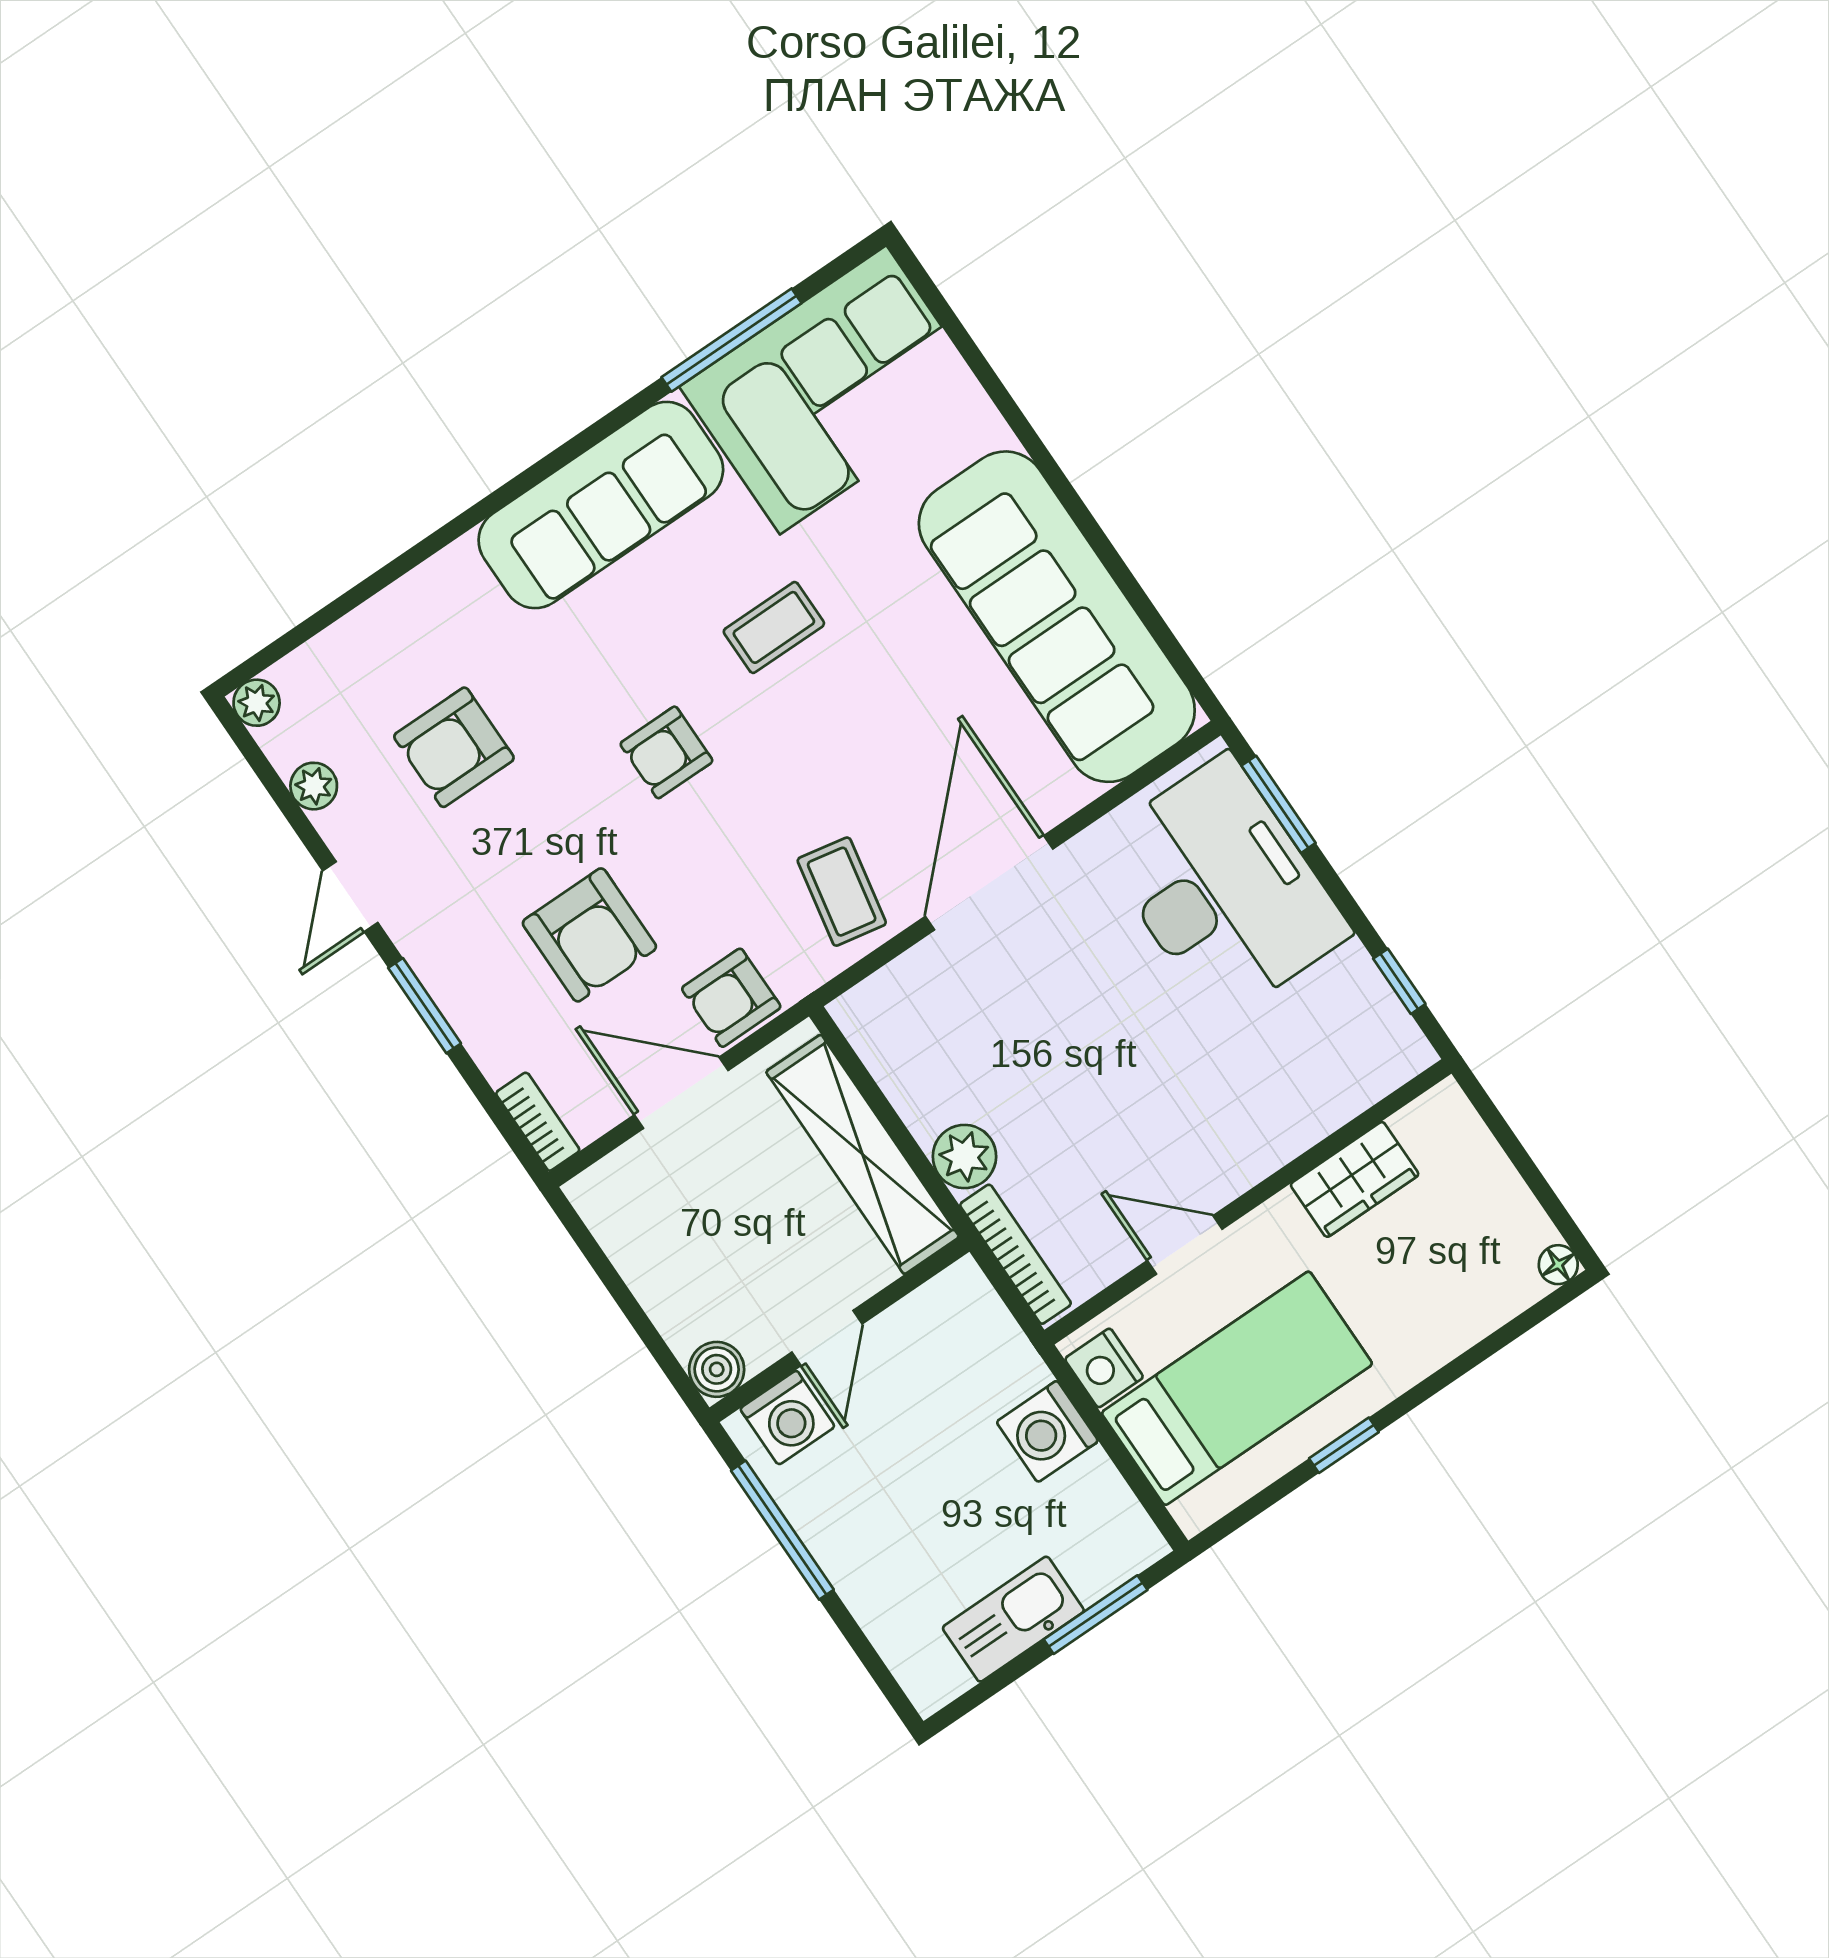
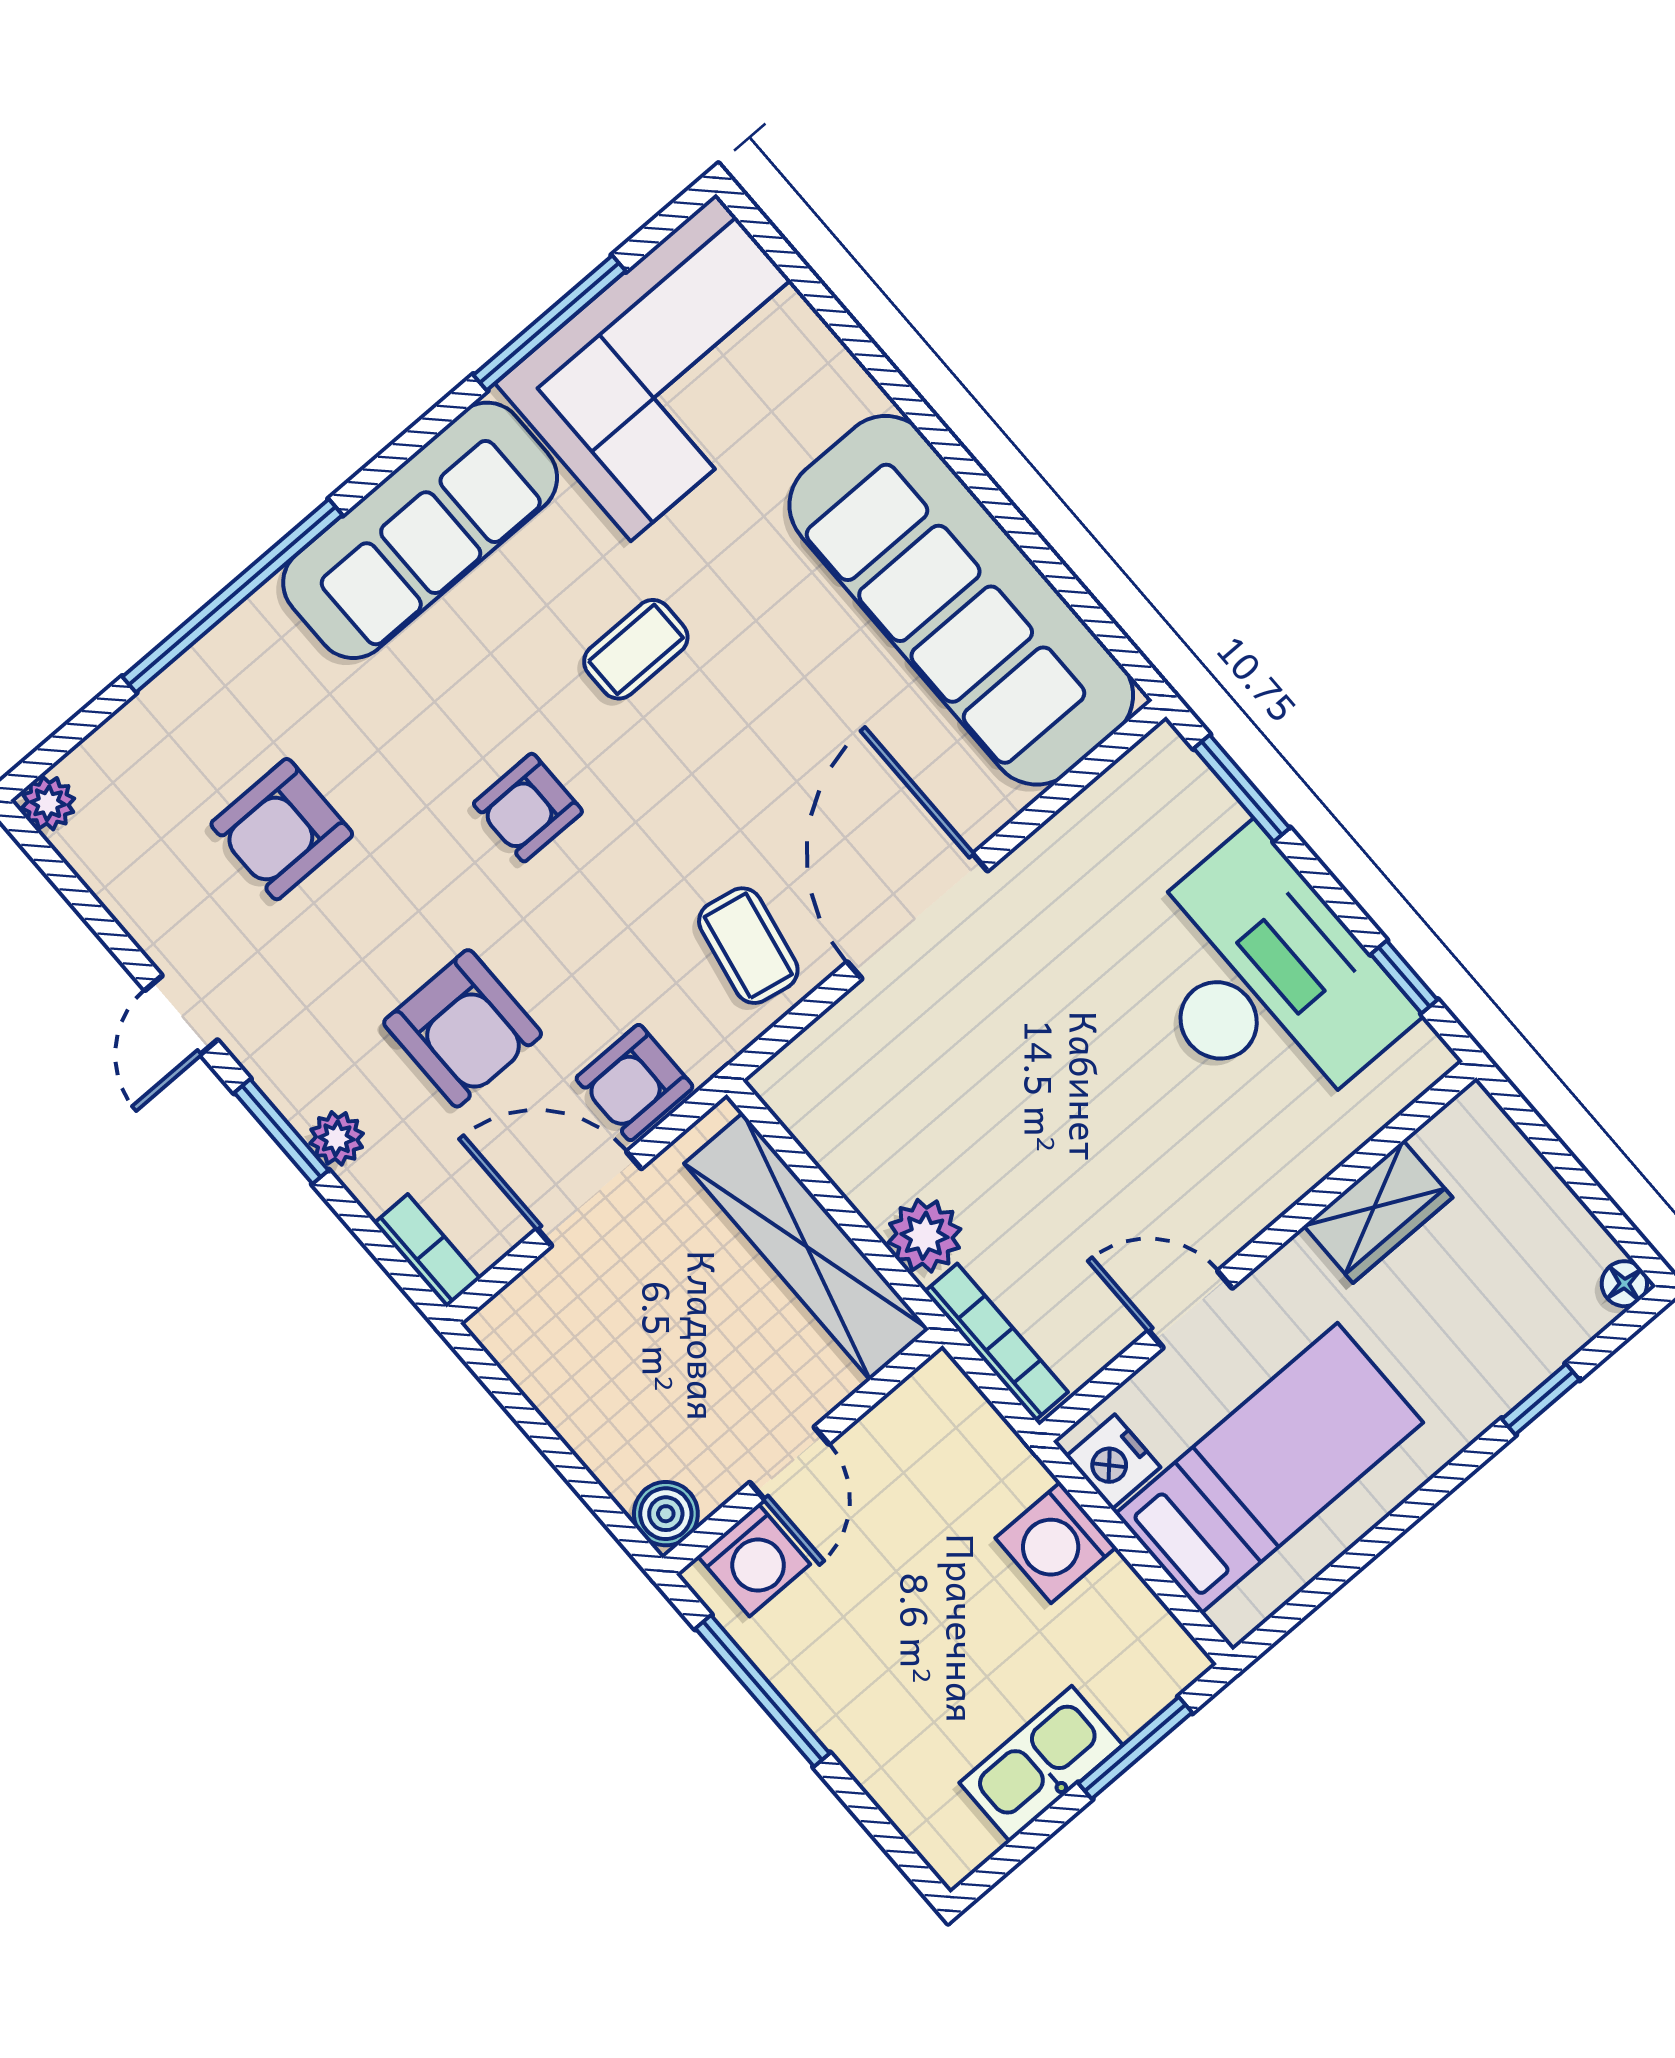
window: (434, 543) -> (232, 596), added
plant: (314, 786) -> (337, 1138), moved
desk: (1223, 888) -> (1265, 981), moved
window: (1344, 1445) -> (1541, 1399), moved

